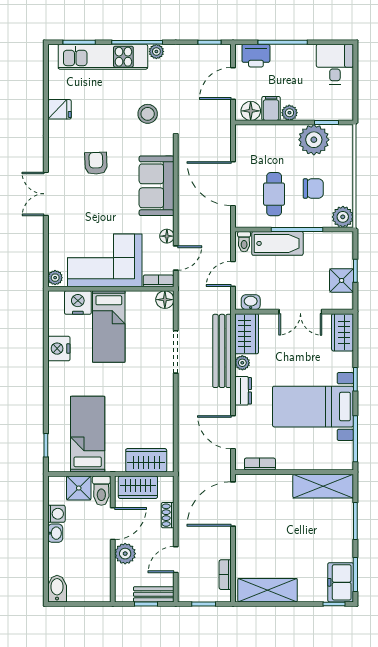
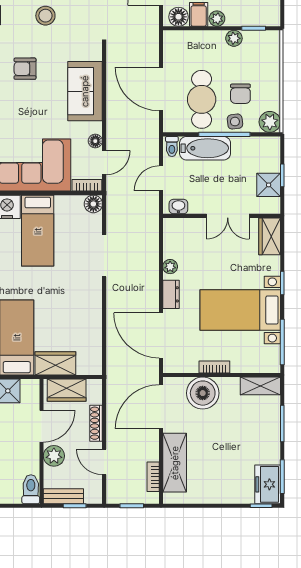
stool: (148, 114) -> (45, 16), moved
plant: (314, 140) -> (234, 38), width x0.53, depth x0.53
armchair: (96, 163) -> (25, 69), turned -88
chair: (313, 189) -> (240, 94), turned 90
cafe table: (274, 194) -> (202, 99), width x1.37, depth x1.35
side table: (308, 217) -> (235, 122), added
wardrobe: (247, 334) -> (174, 238), removed
bench: (222, 351) -> (150, 255), removed
door: (233, 432) -> (161, 336), width x1.36
wardrobe: (146, 460) -> (55, 363), moved
bookcase: (260, 464) -> (214, 367), moved
shelving: (323, 486) -> (260, 386), width x0.67, depth x0.75
boiler: (275, 490) -> (203, 393), added
toilet: (101, 491) -> (31, 489), moved, turned 180
shoe rack: (168, 515) -> (96, 423), width x1.43
door: (176, 560) -> (104, 462), hinge flipped
shelving: (268, 590) -> (175, 463), moved, turned 90
bench: (154, 594) -> (63, 496), moved

